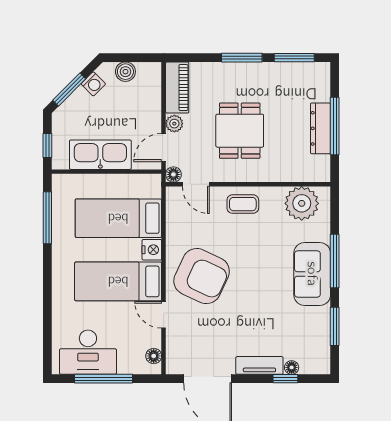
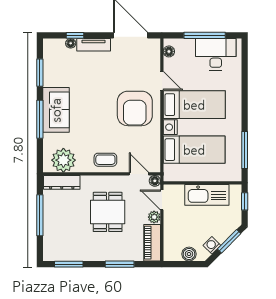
window: (242, 58) -> (120, 264), moved
dresser: (320, 128) -> (62, 182), moved, turned 90
door: (164, 148) -> (162, 200), swing flipped
armchair: (202, 276) -> (135, 108), turned -115

